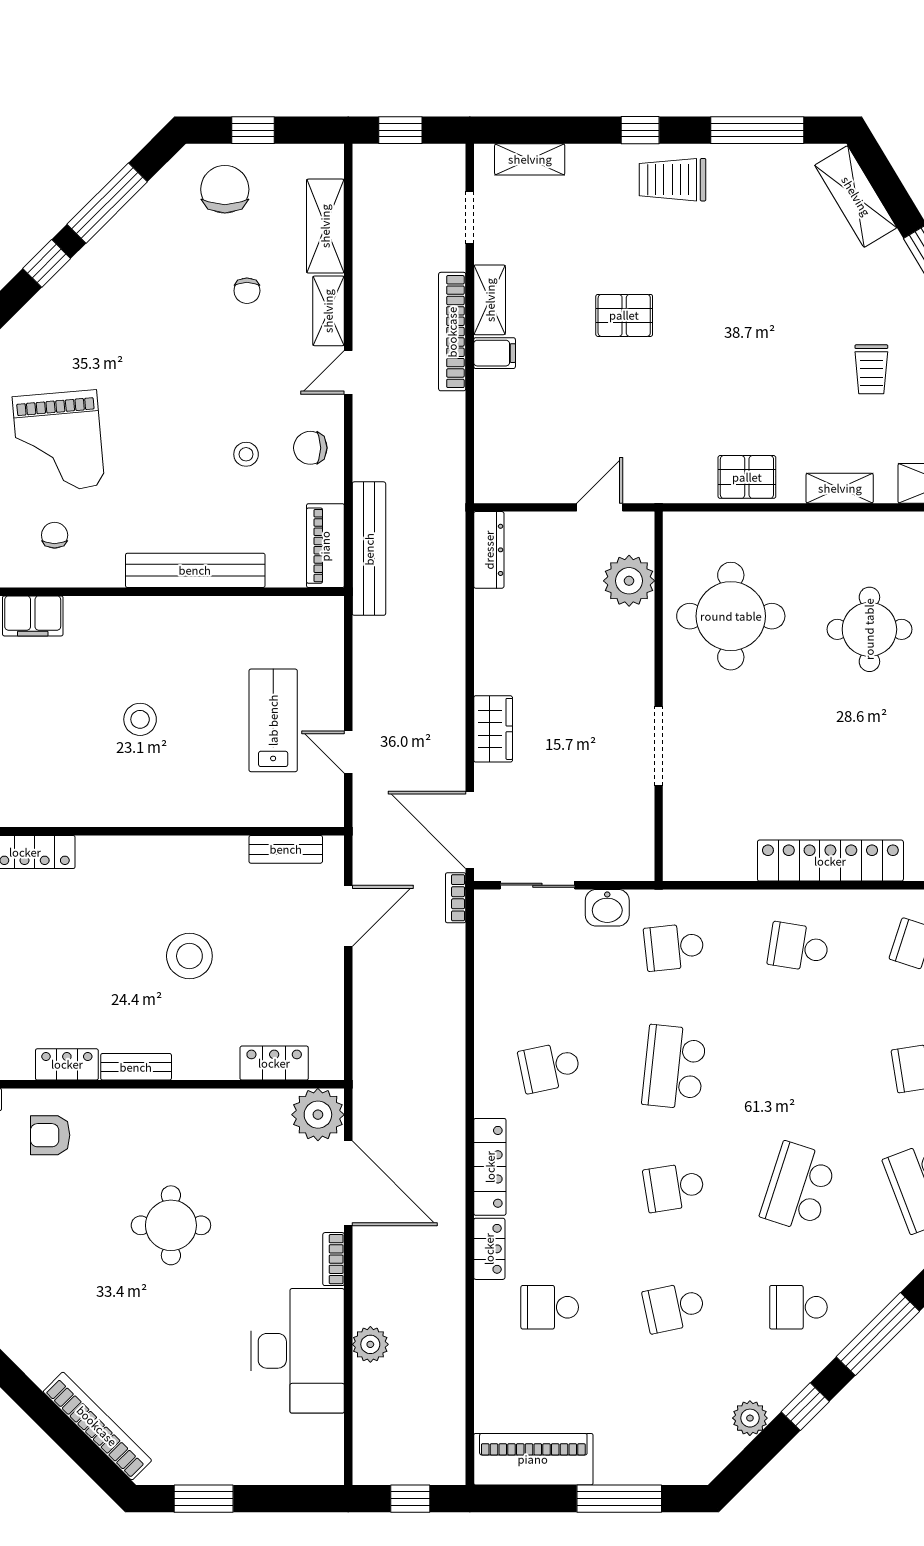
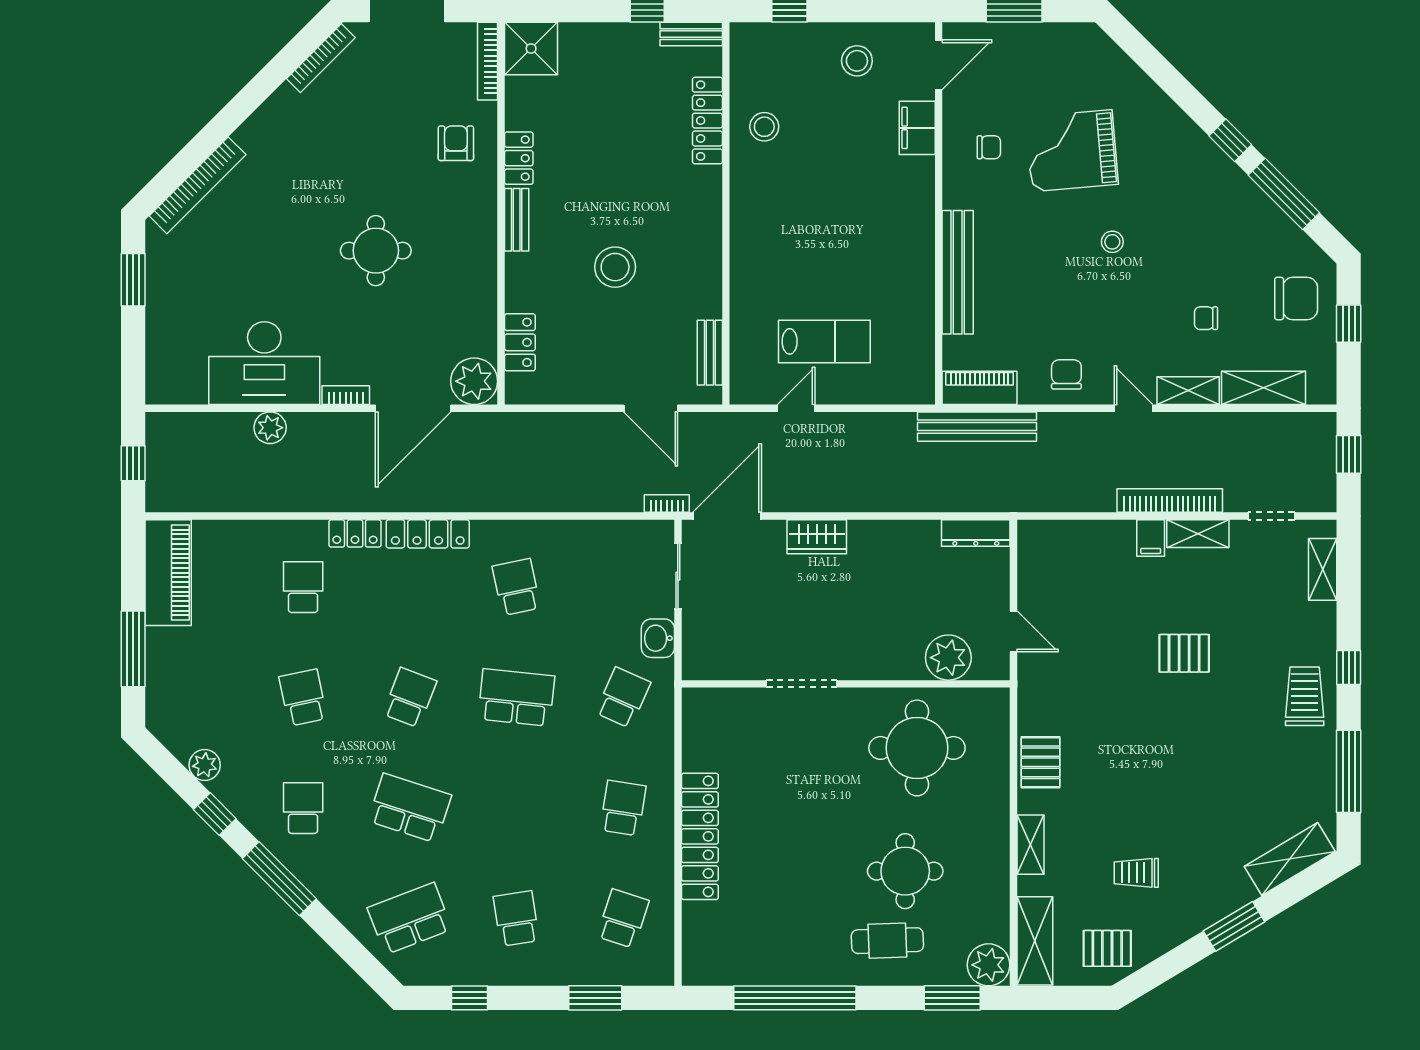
pallet: (624, 315) -> (1184, 653), turned 90
stool: (246, 454) -> (1112, 242), moved
stool: (140, 719) -> (764, 127), moved
school desk: (674, 947) -> (623, 698), turned 30
school desk: (674, 1187) -> (410, 698), turned 30

